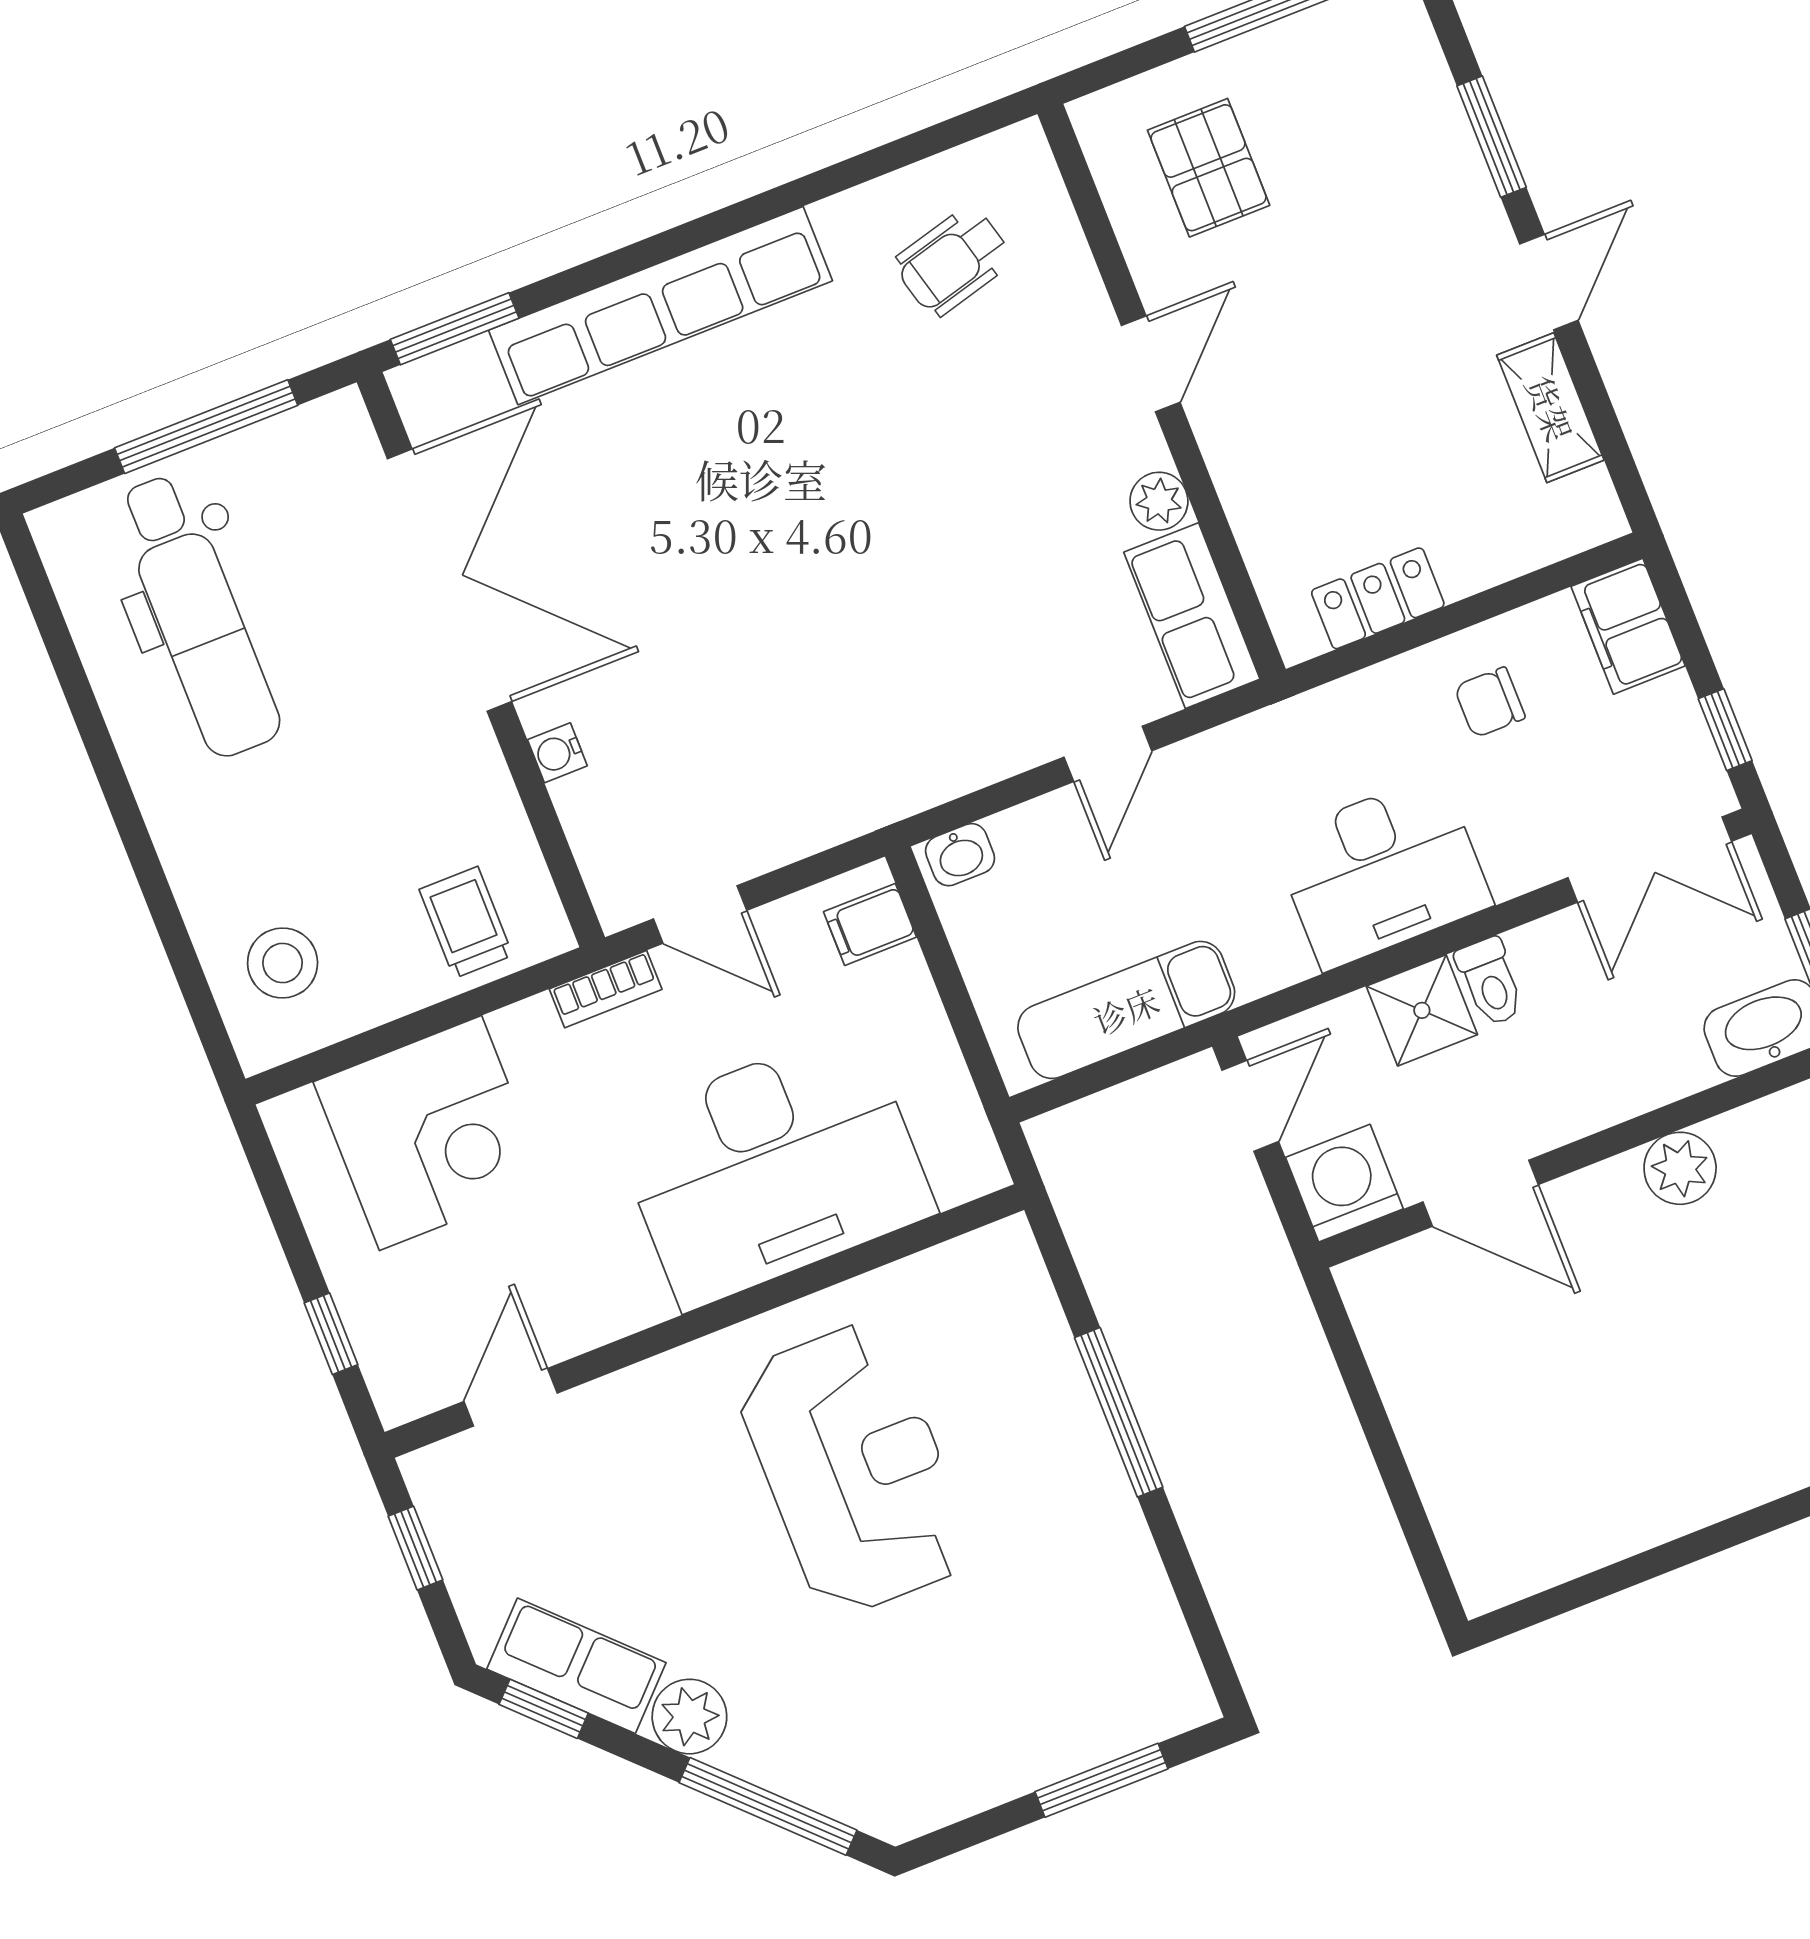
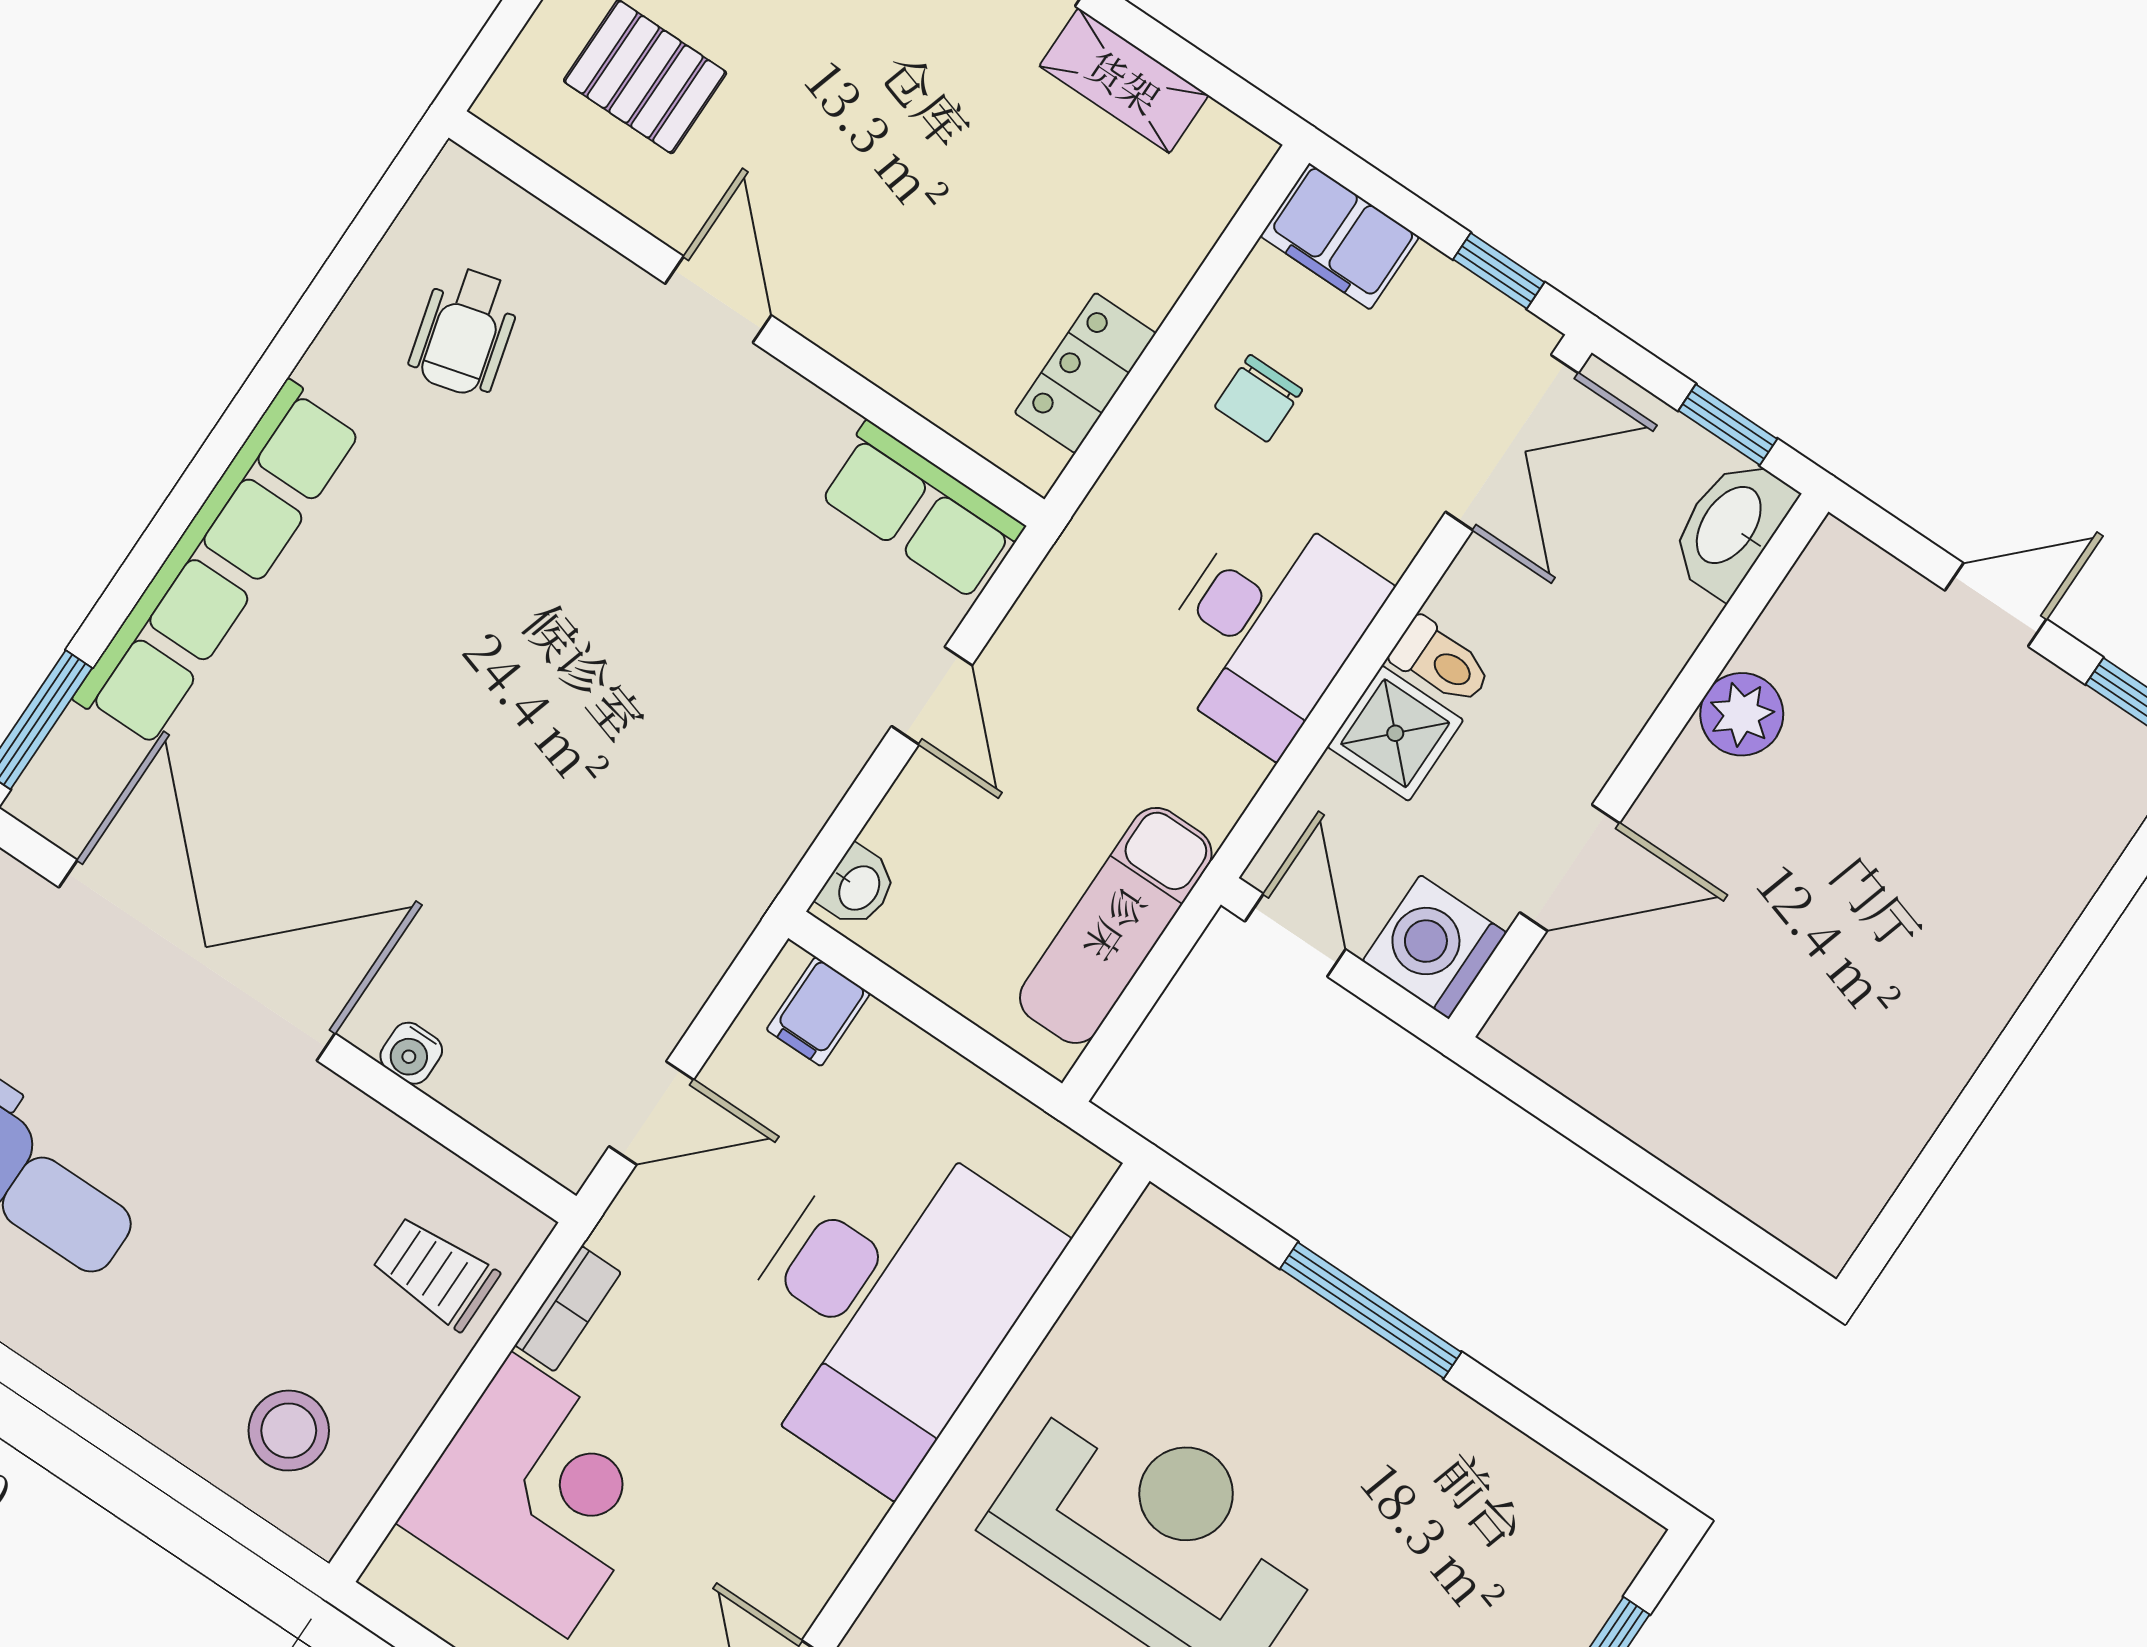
plant: (1159, 501) -> (815, 424), removed
bookcase: (606, 989) -> (568, 1309), moved

